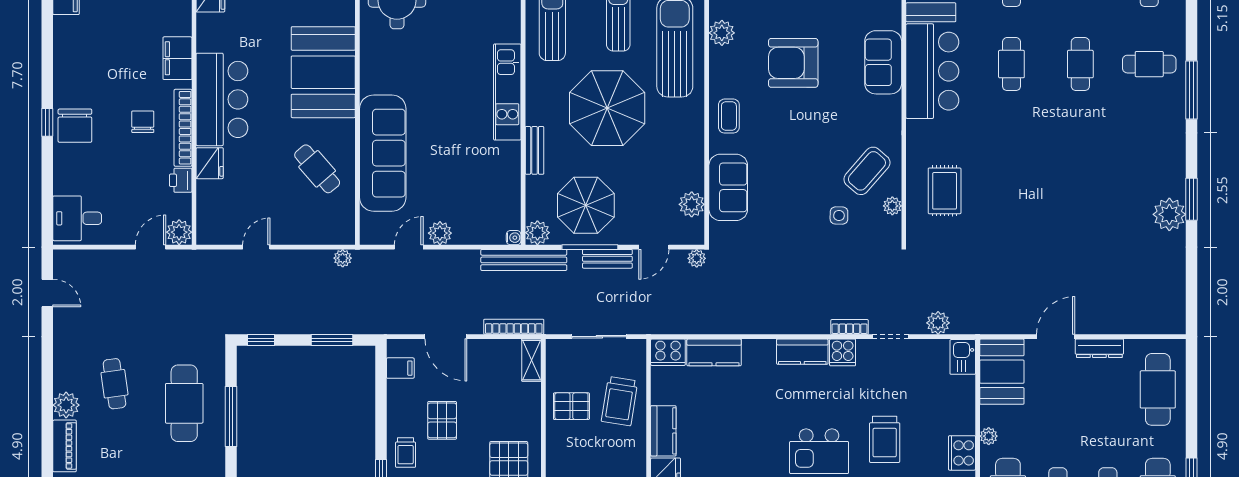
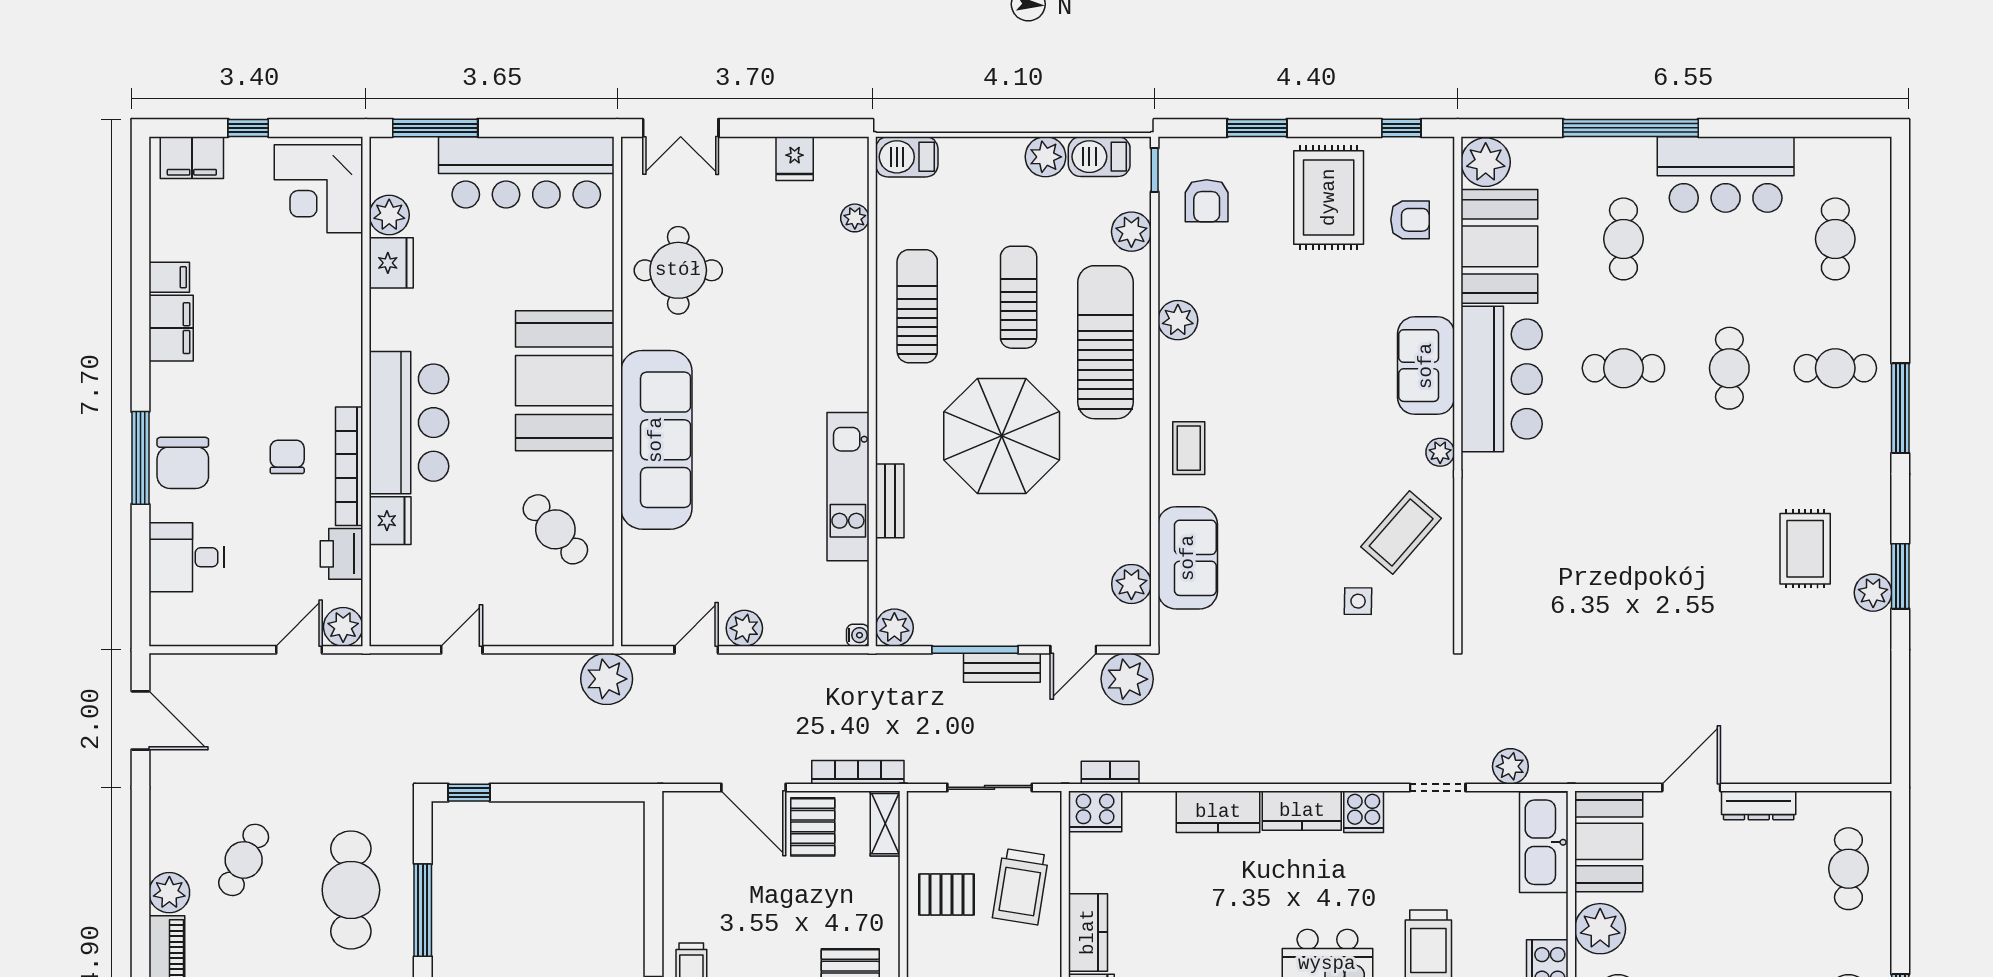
filing cabinet: (177, 58) -> (171, 328), moved, turned 180
armchair: (793, 63) -> (1288, 366), removed
cafe table: (1011, 64) -> (1623, 368), turned 90
kitchen unit: (507, 92) -> (848, 487), moved
window: (47, 122) -> (140, 458), width x2.17
sofa: (383, 153) -> (656, 440), moved
printer: (181, 180) -> (341, 554), width x1.36, depth x1.24
rug: (945, 191) -> (1805, 549), moved
parasol: (586, 205) -> (969, 585), removed
plant: (892, 206) -> (1440, 452), moved
plant: (1169, 214) -> (1873, 593), width x0.73, depth x0.73
desk: (77, 218) -> (186, 557), moved
plant: (343, 258) -> (607, 679), width x1.88, depth x1.88
plant: (697, 258) -> (1127, 679), width x1.87, depth x1.87
bench: (524, 260) -> (873, 670), removed
door: (47, 293) -> (140, 720), width x1.38
bookcase: (850, 327) -> (1110, 773), moved
window: (332, 340) -> (578, 793), removed
kitchen counter: (714, 352) -> (1218, 812), moved
kitchen sink: (963, 357) -> (1544, 842), width x1.88, depth x1.24
filing cabinet: (400, 368) -> (683, 836), removed
cafe table: (114, 384) -> (244, 860), turned 35
cafe table: (1158, 389) -> (1848, 869), width x0.73, depth x0.74
pallet: (442, 420) -> (813, 827), moved
plant: (989, 436) -> (1600, 929), width x1.87, depth x1.87

